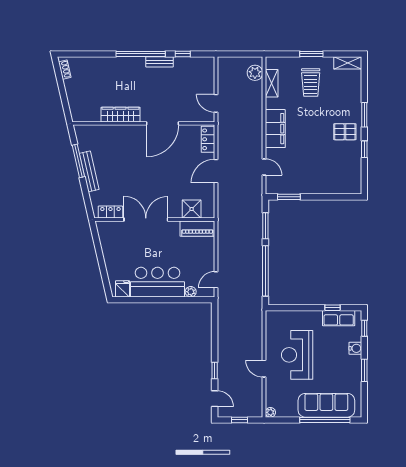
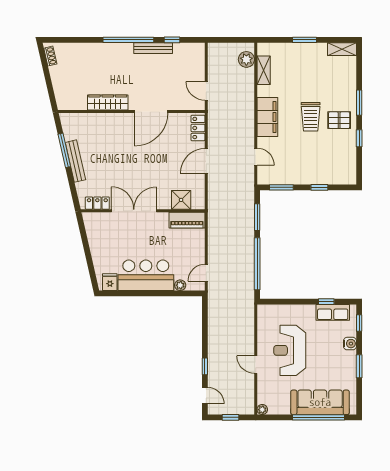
bench: (159, 62) -> (153, 48), width x1.36
trolley: (311, 83) -> (311, 117), moved
window: (326, 197) -> (319, 187), added

